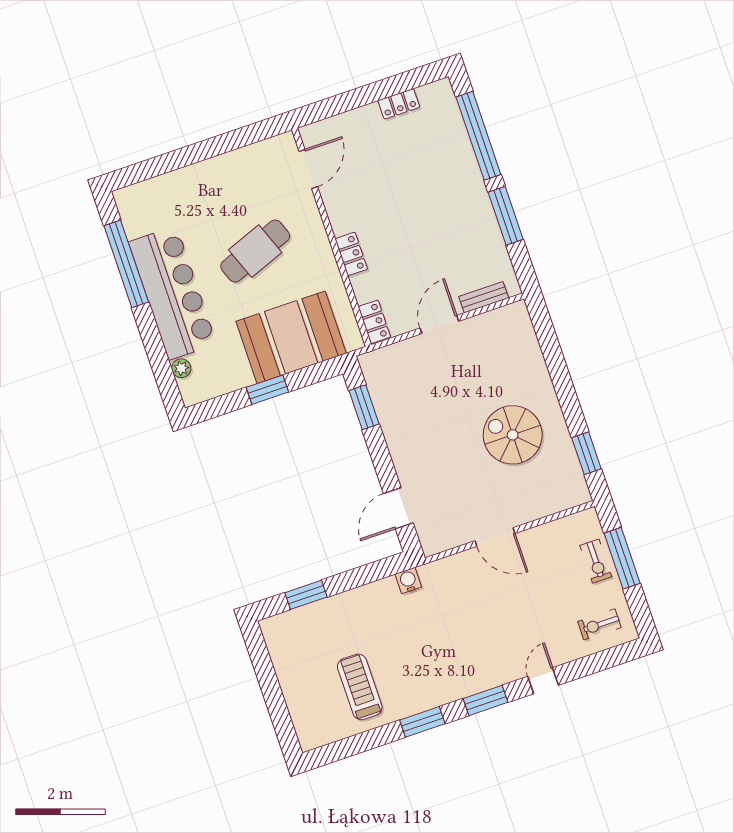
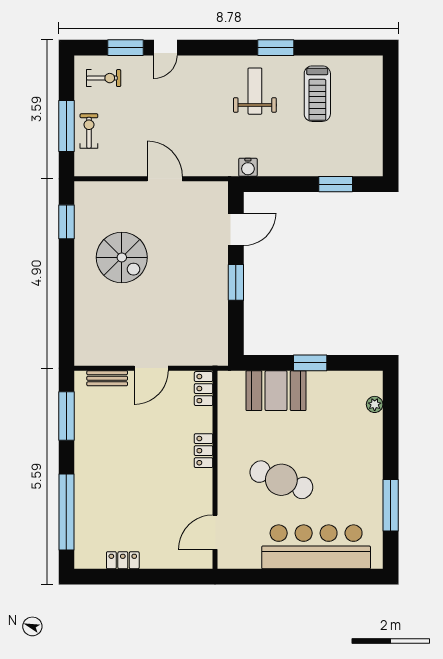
window: (506, 216) -> (66, 416), moved
cafe table: (255, 251) -> (281, 480), turned 42
window: (126, 264) -> (391, 505), width x0.68
bar counter: (173, 293) -> (316, 547), moved, turned 90
booth: (291, 337) -> (276, 391), width x0.73, depth x0.70
window: (364, 407) -> (236, 282), moved
weight bench: (429, 667) -> (255, 91), added
window: (485, 700) -> (126, 48), moved

